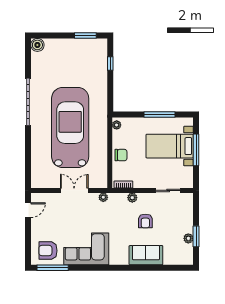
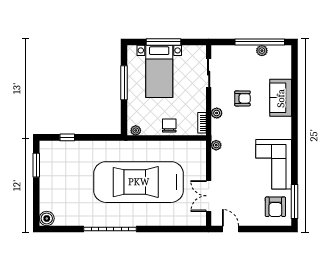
double door: (74, 190) -> (209, 196), moved
window: (196, 236) -> (260, 42), width x2.11

